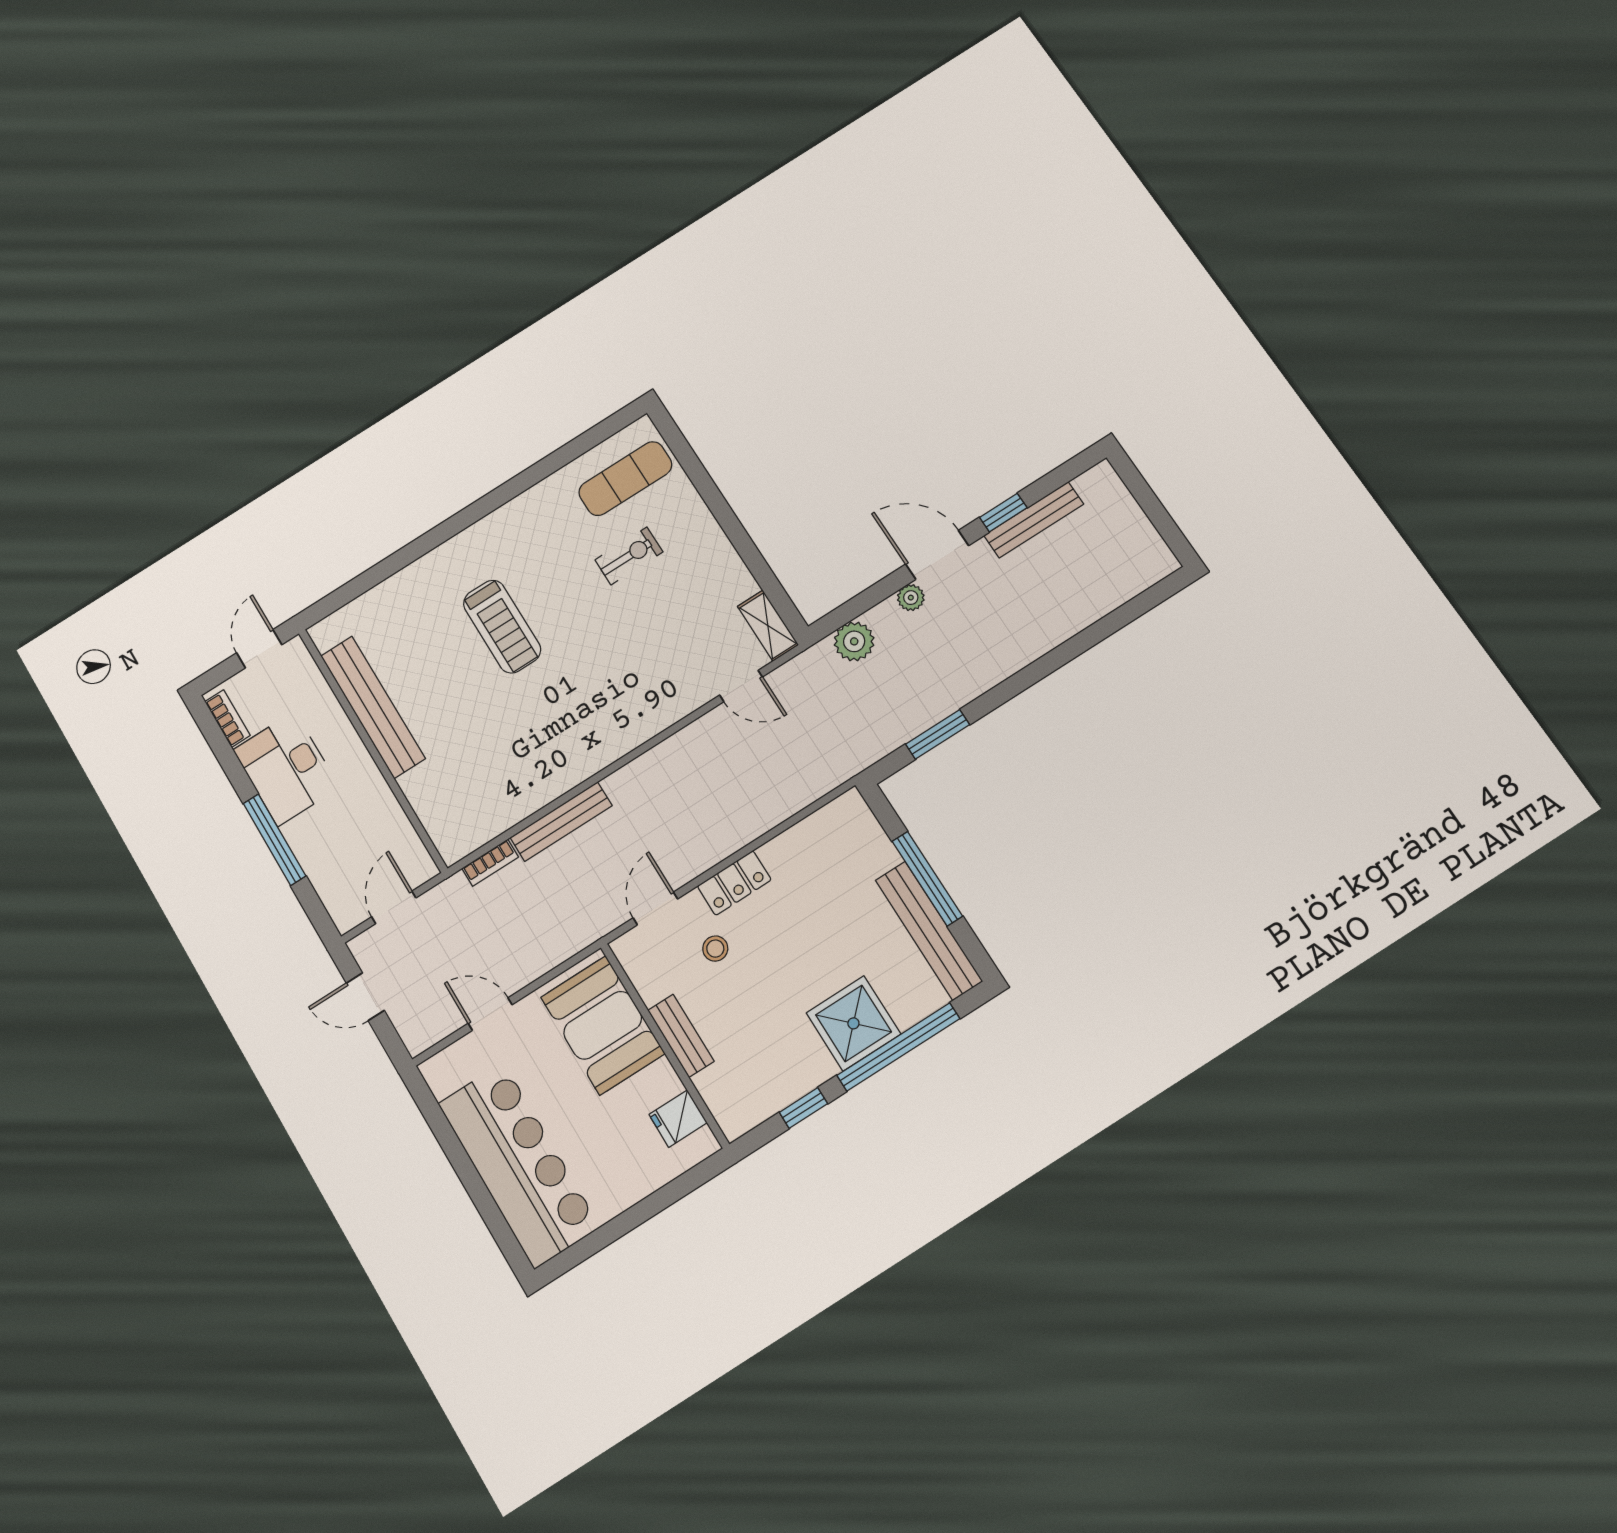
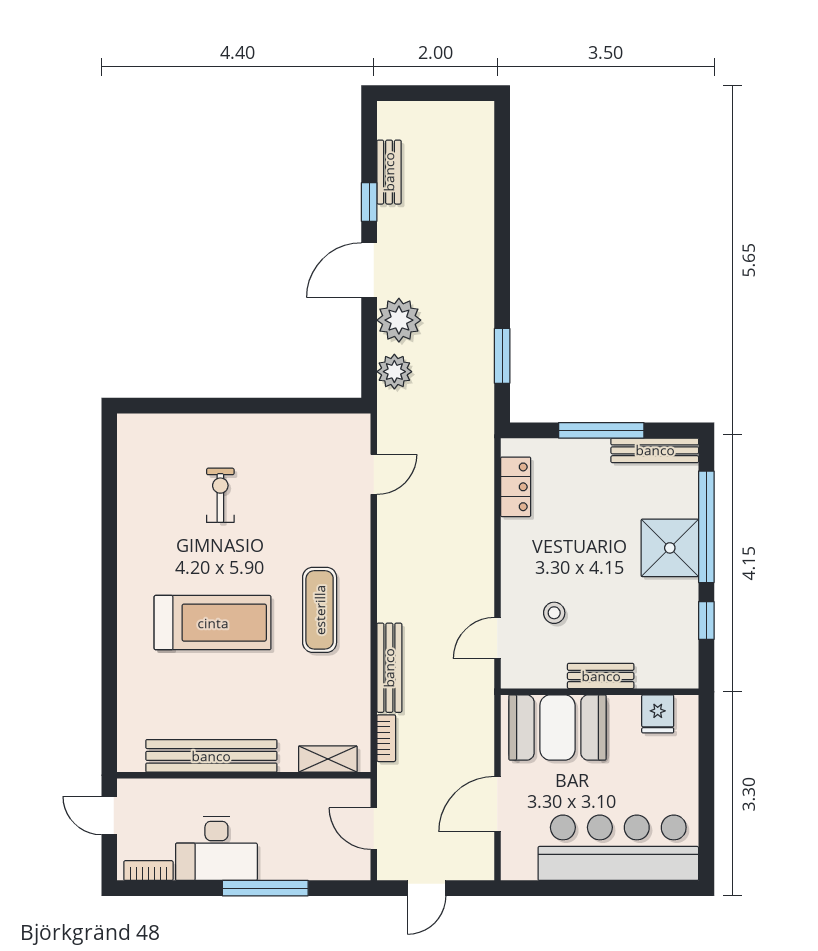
exercise mat: (625, 479) -> (320, 610), moved
bench: (1034, 520) -> (389, 172), width x0.73
plant: (911, 598) -> (399, 320), width x1.87, depth x1.87
shelving: (768, 626) -> (328, 759), moved
treadmill: (502, 627) -> (213, 623), width x1.37, depth x1.38
locker: (734, 883) -> (516, 487), moved
door: (655, 908) -> (497, 638), hinge flipped
bench: (929, 931) -> (655, 450), width x0.73, depth x0.82
door: (490, 1014) -> (497, 804), width x1.38

